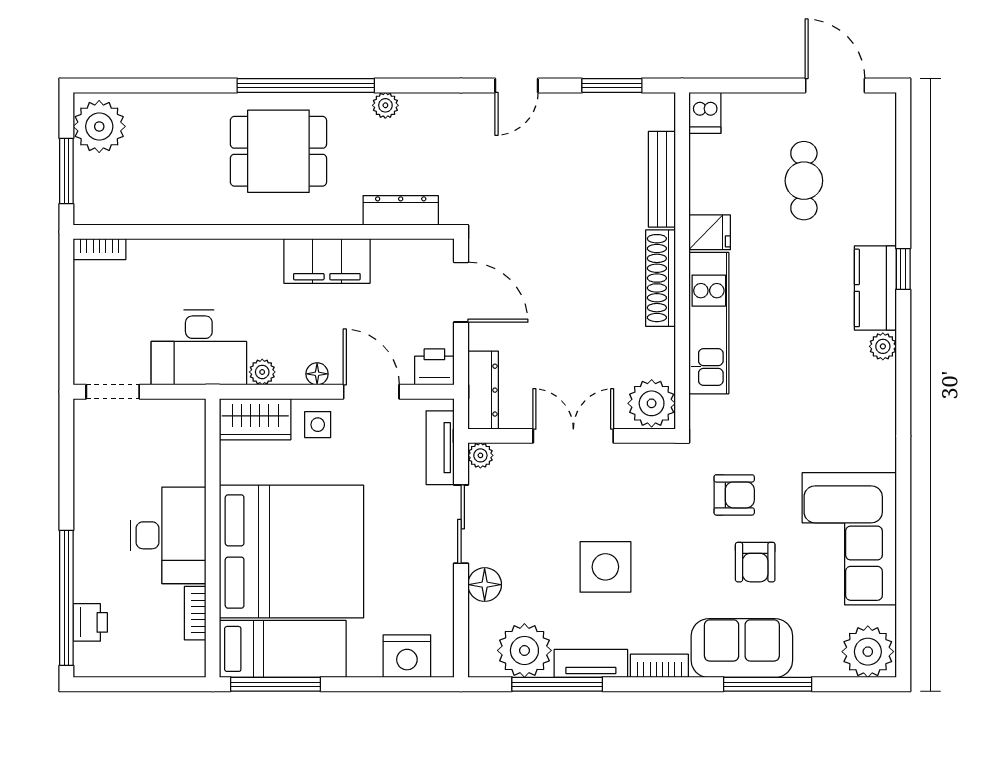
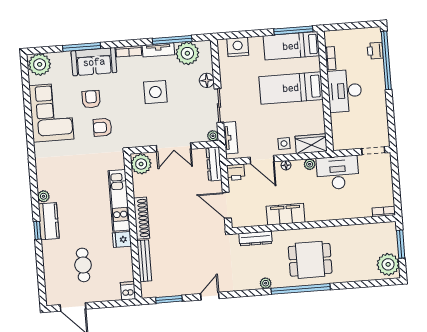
bed: (292, 551) -> (291, 88), width x0.49

